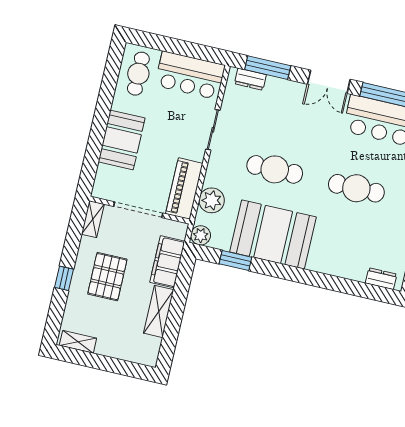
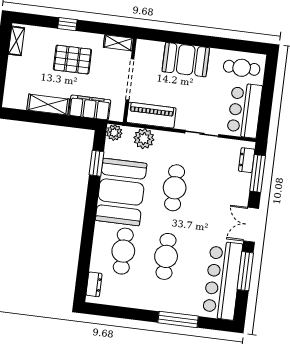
cafe table: (345, 239) -> (123, 251), added

